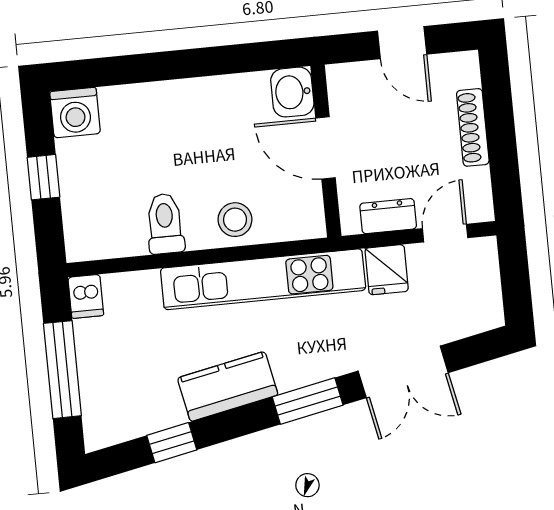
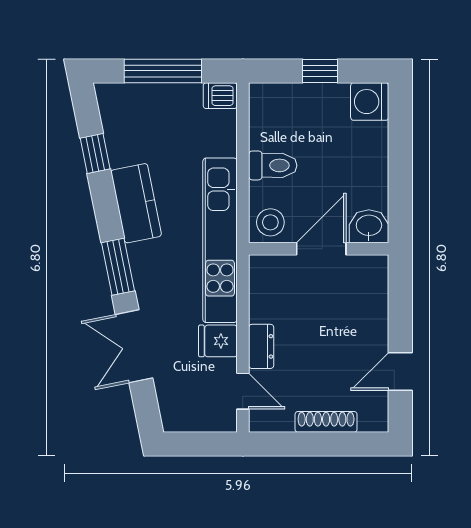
washbasin: (292, 92) -> (369, 226), moved
door: (326, 148) -> (321, 249), moved
wall: (326, 151) -> (319, 249), moved

